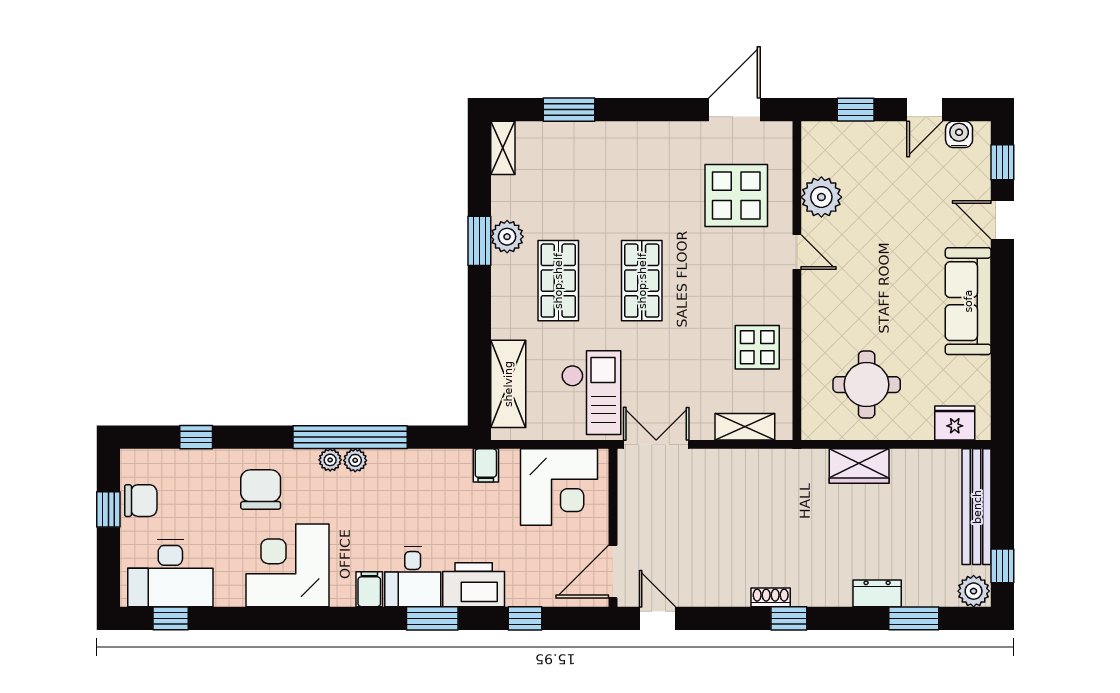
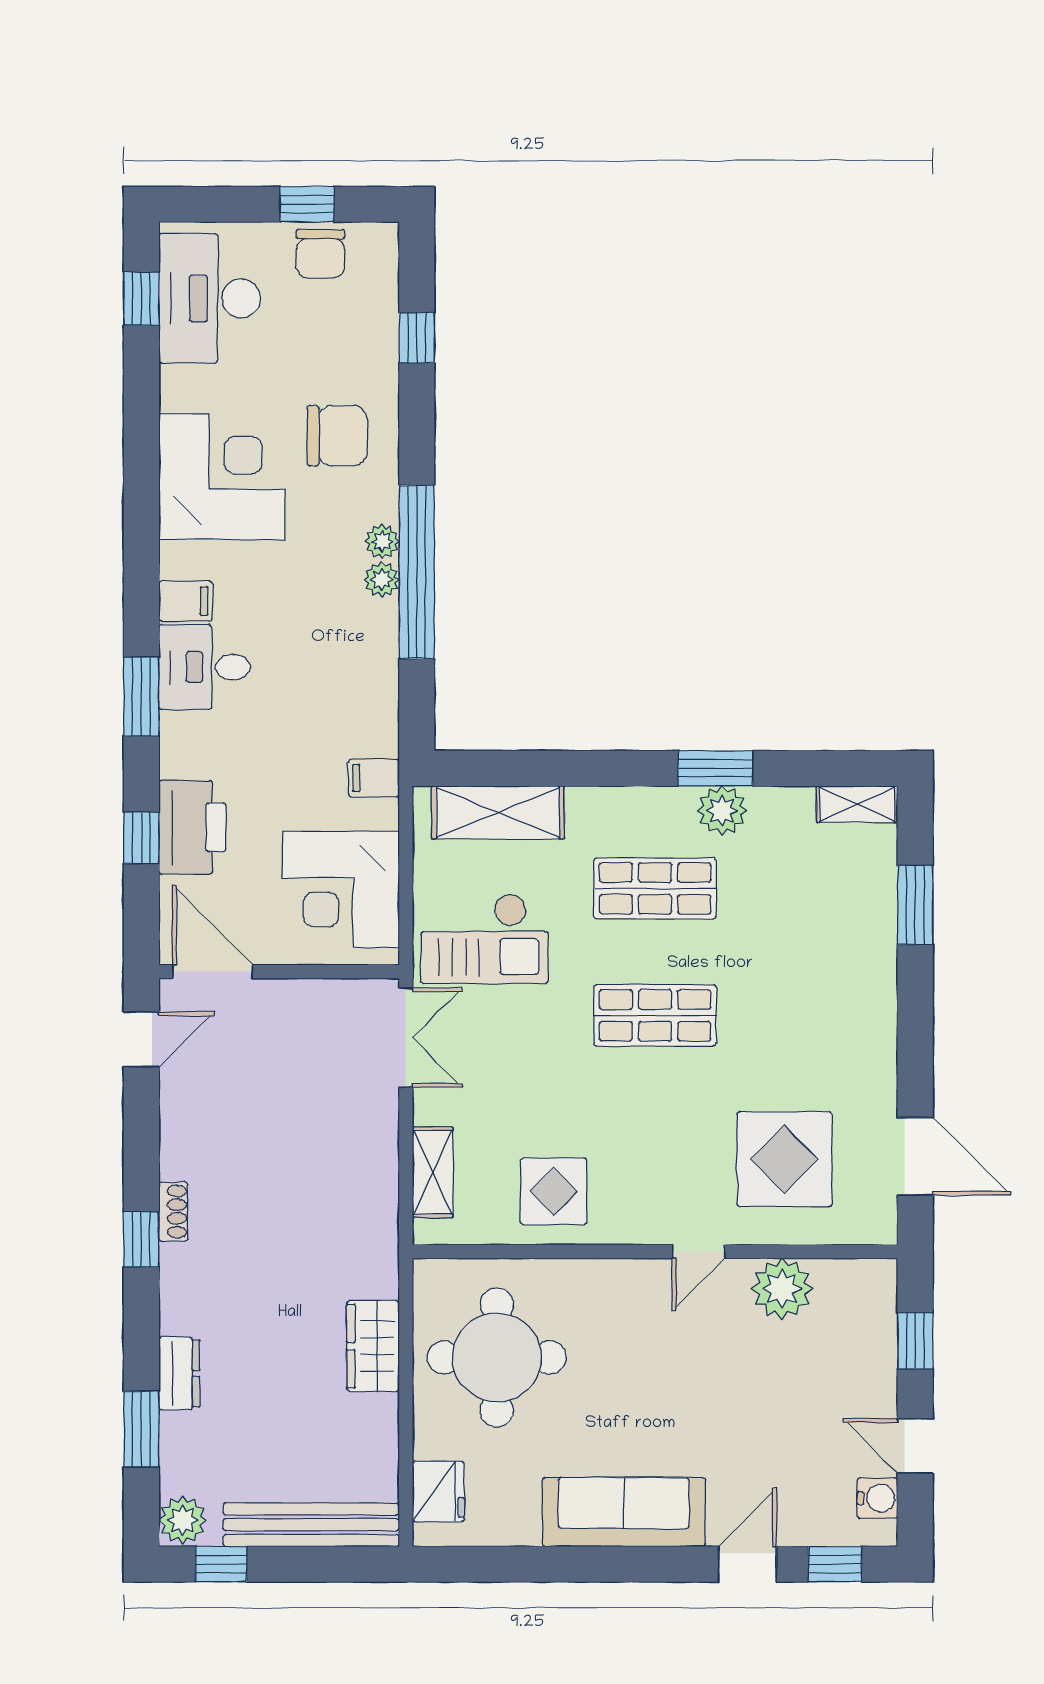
round table: (867, 385) -> (497, 1357), width x1.36, depth x1.36
printer: (474, 585) -> (192, 827), moved

